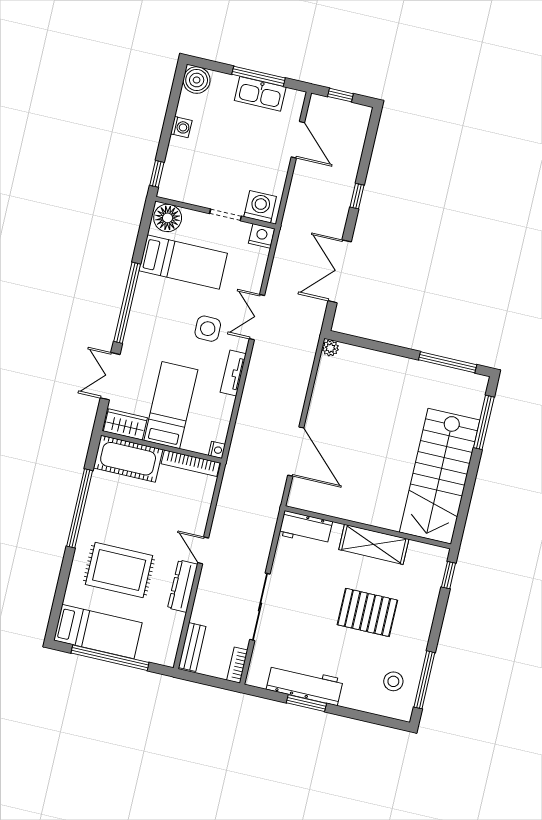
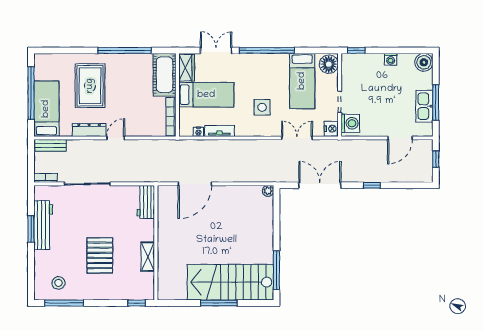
double door: (257, 317) -> (297, 138), moved
tv unit: (233, 373) -> (219, 131), moved
window: (484, 422) -> (219, 303), moved
nightstand: (217, 450) -> (198, 132), moved
stairs: (440, 476) -> (231, 282), moved
shelving: (374, 544) -> (148, 257), width x0.67, depth x0.75
bed: (98, 632) -> (46, 109), moved, turned 180

